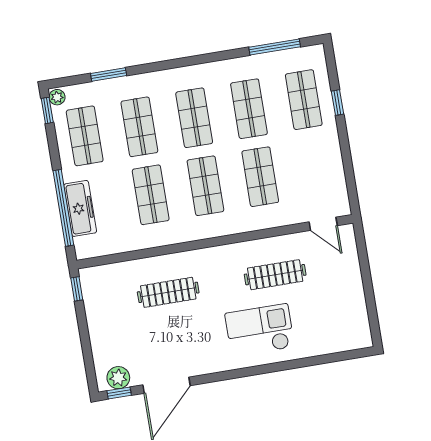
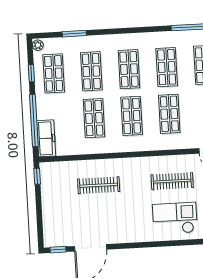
window: (47, 110) -> (31, 73), moved
freezer: (80, 208) -> (46, 138), moved
checkout: (260, 330) -> (175, 218), moved
plant: (118, 378) -> (59, 239), removed

